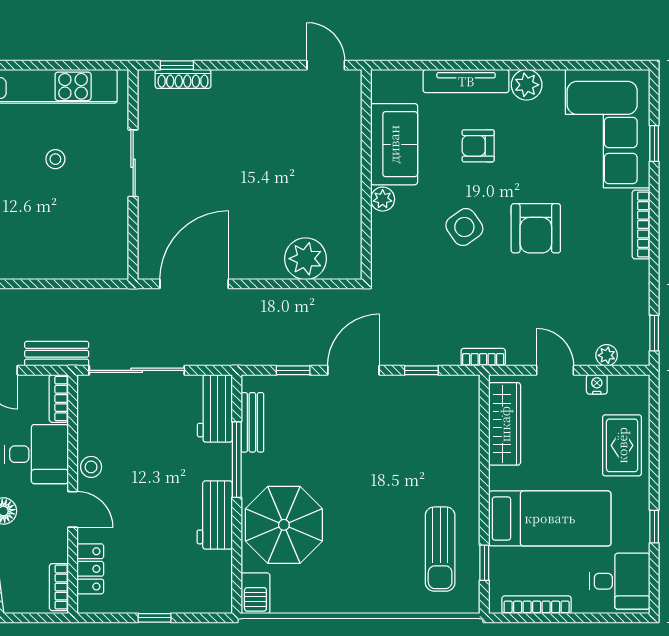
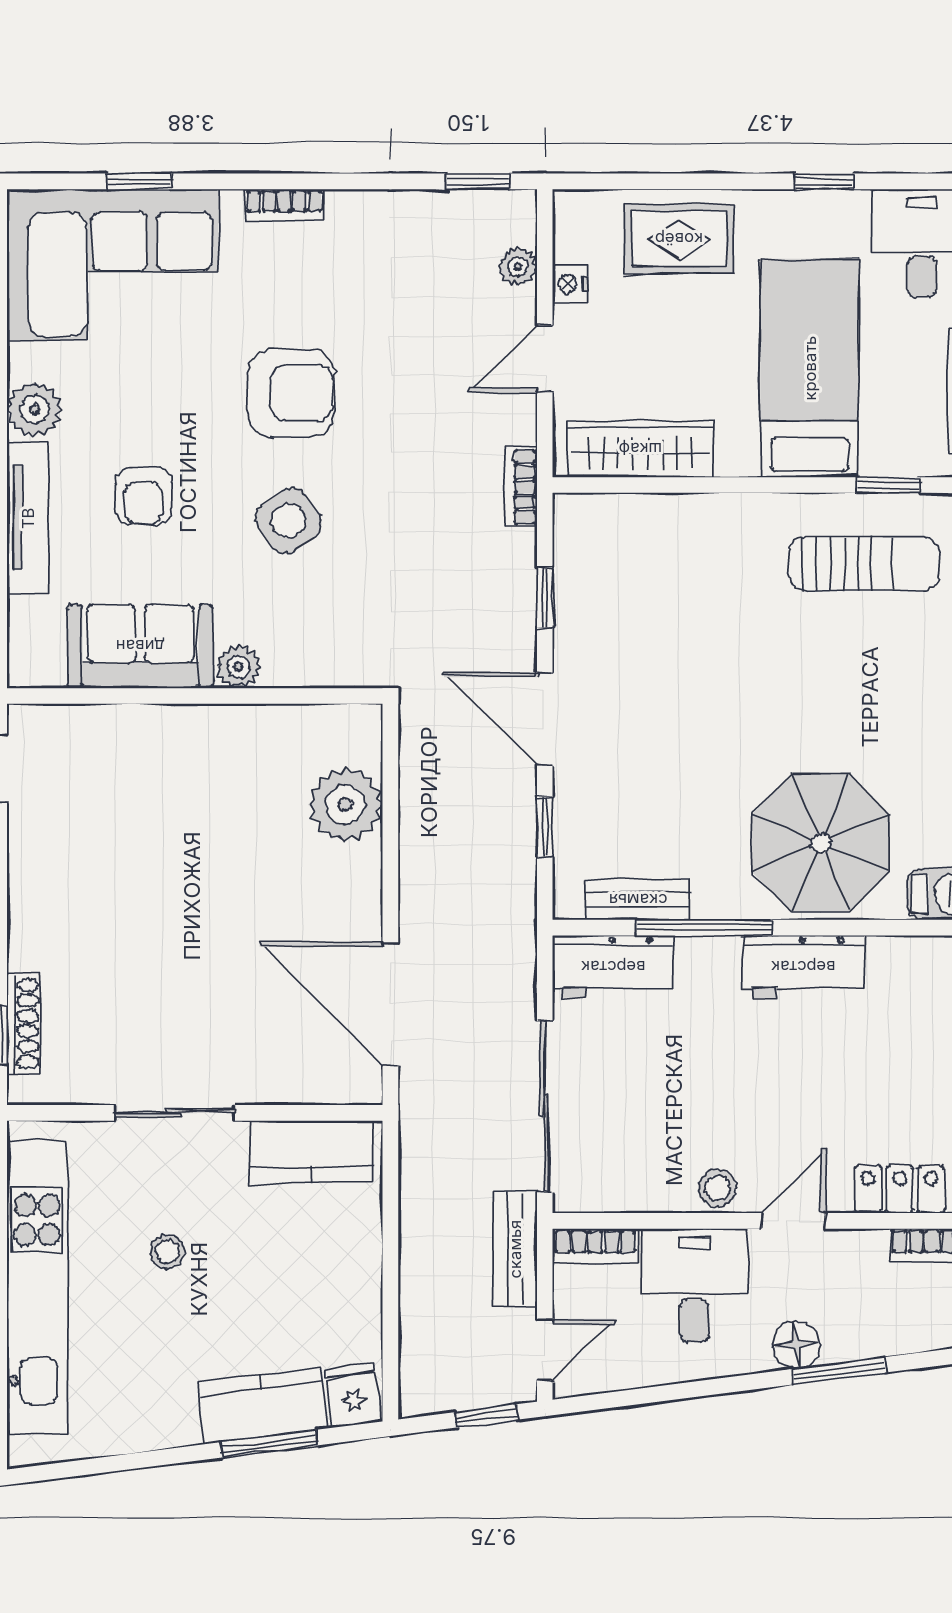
bookcase: (641, 225) -> (284, 205), width x0.64
kitchen counter: (112, 240) -> (311, 1151), added

